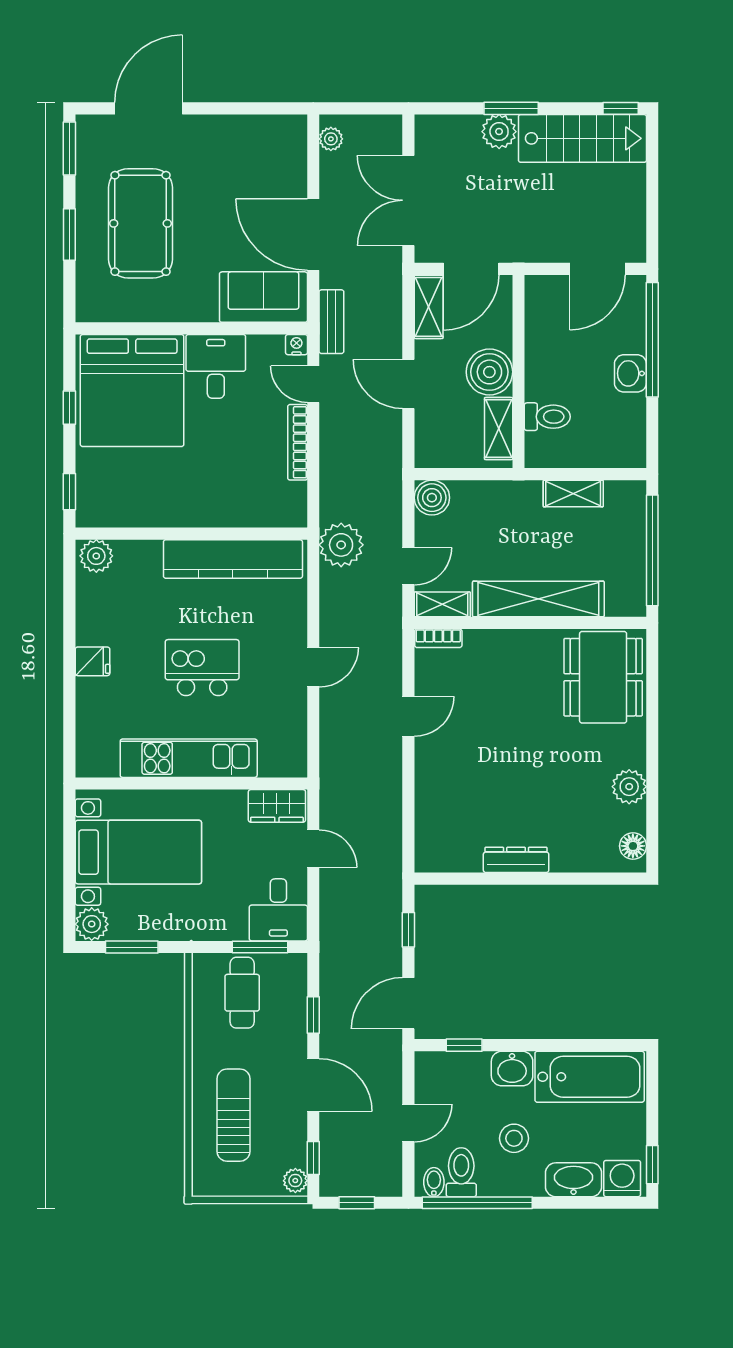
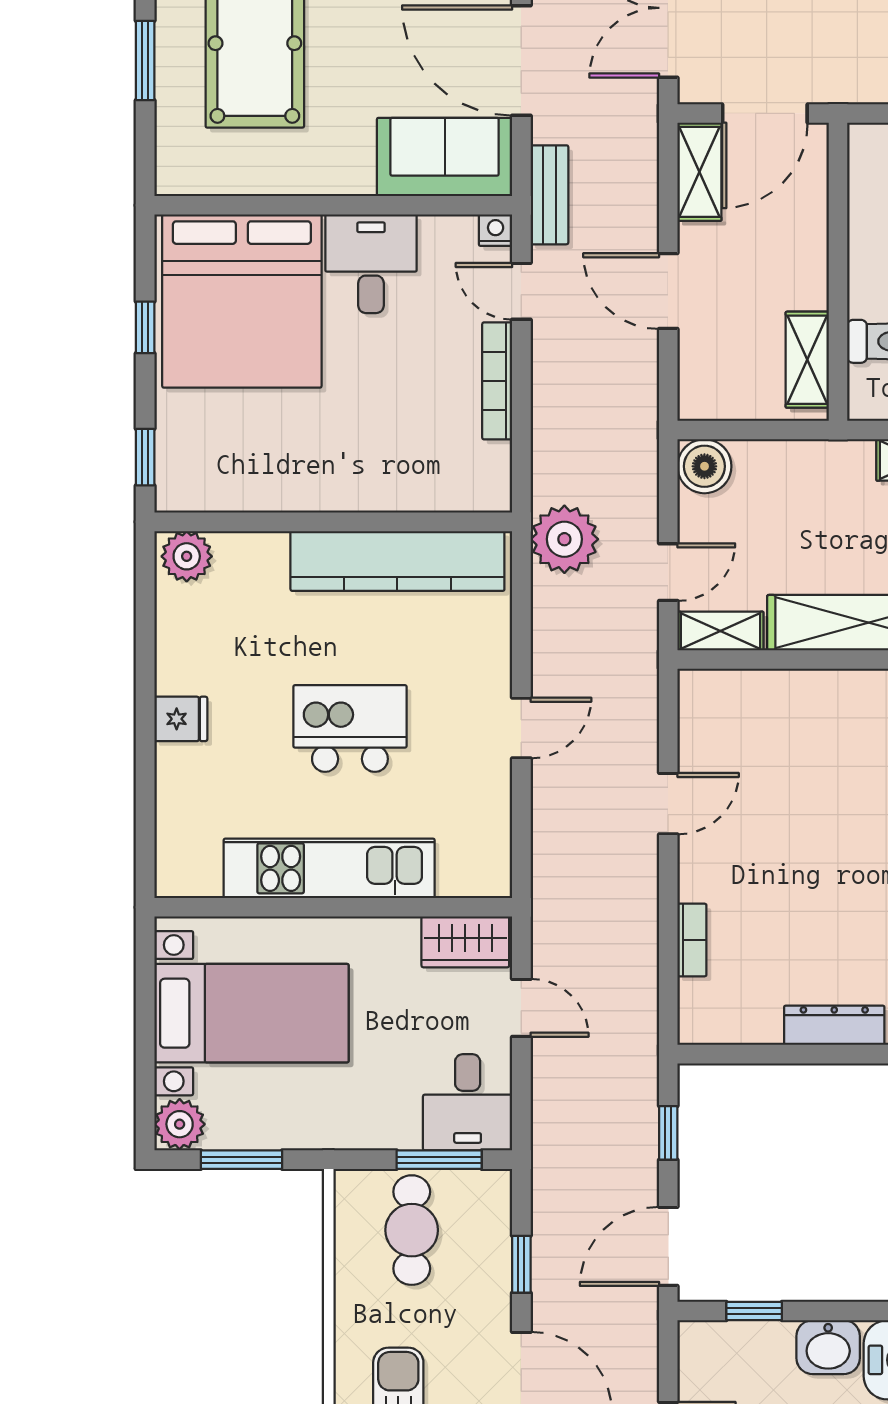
boiler: (489, 372) -> (793, 272), removed
bookcase: (438, 638) -> (692, 940), moved, turned -90

